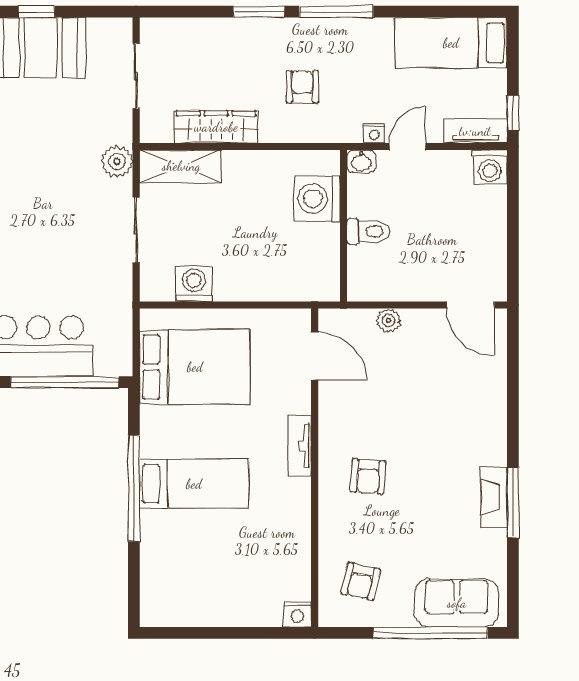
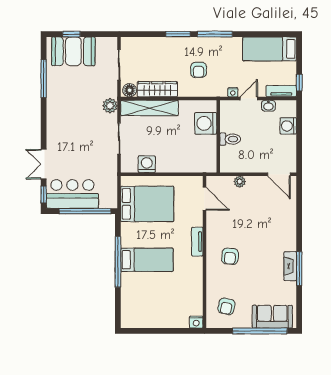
armchair: (302, 87) -> (199, 70), turned 180
floor lamp: (158, 129) -> (130, 90), added
washbasin: (361, 162) -> (268, 106), moved
shelving: (181, 166) -> (149, 108), width x1.47
washing machine: (490, 167) -> (288, 126), moved, turned 90

